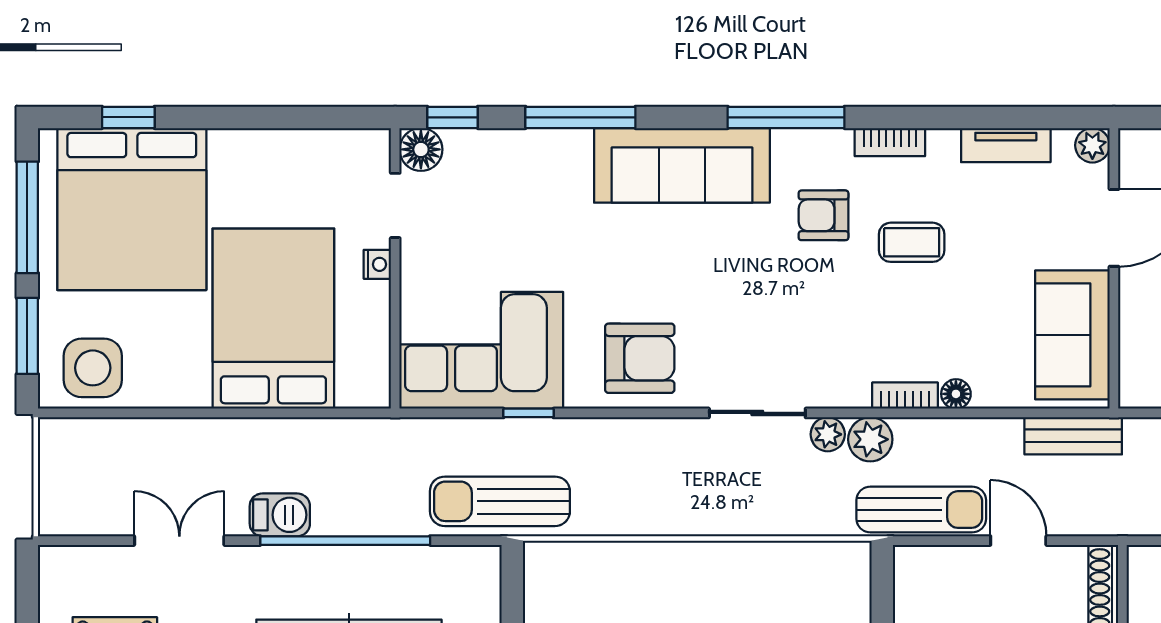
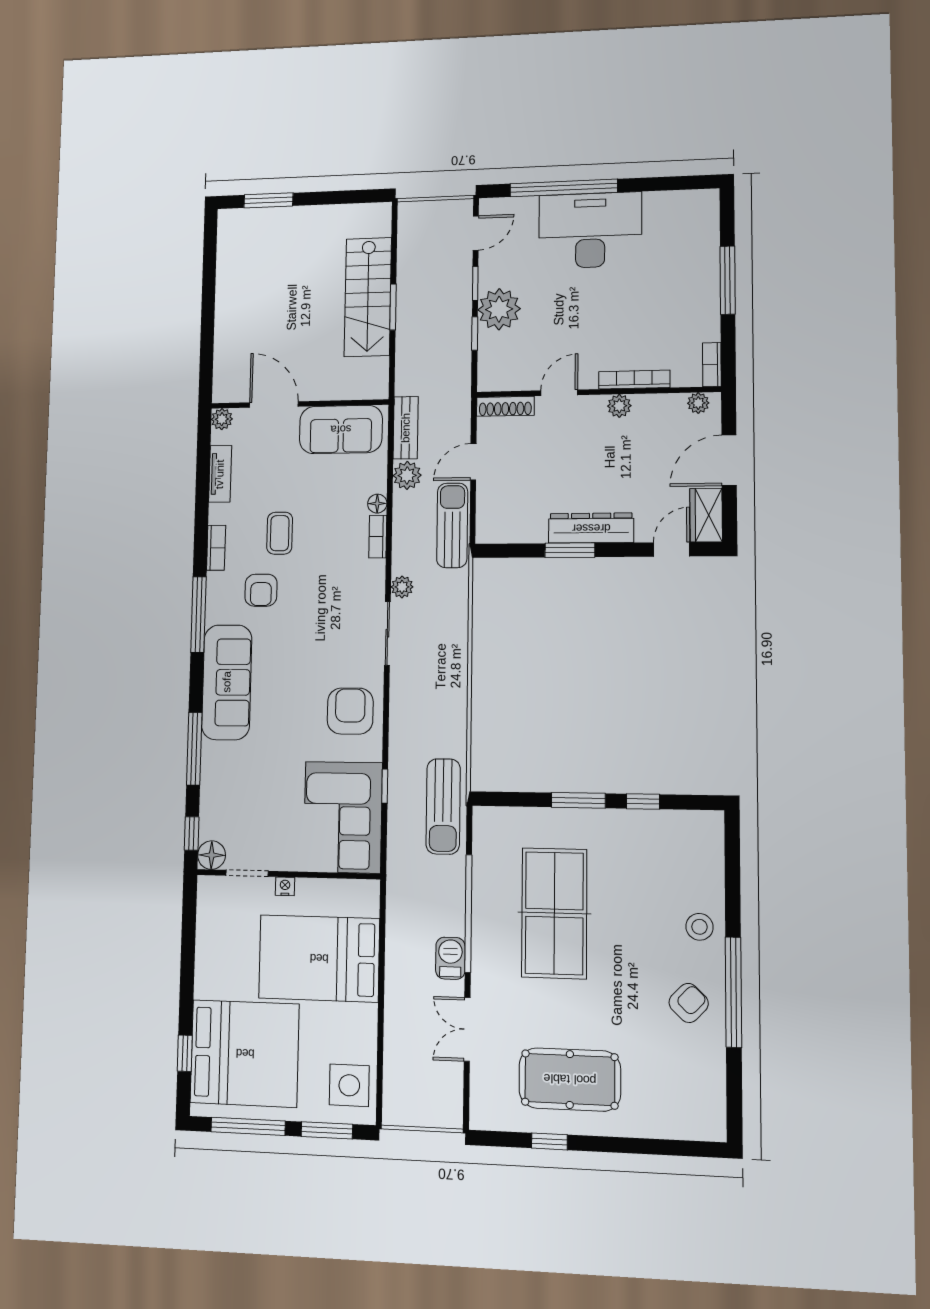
plant: (870, 439) -> (407, 475), moved

